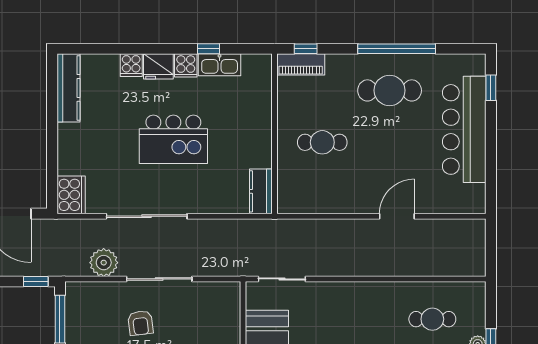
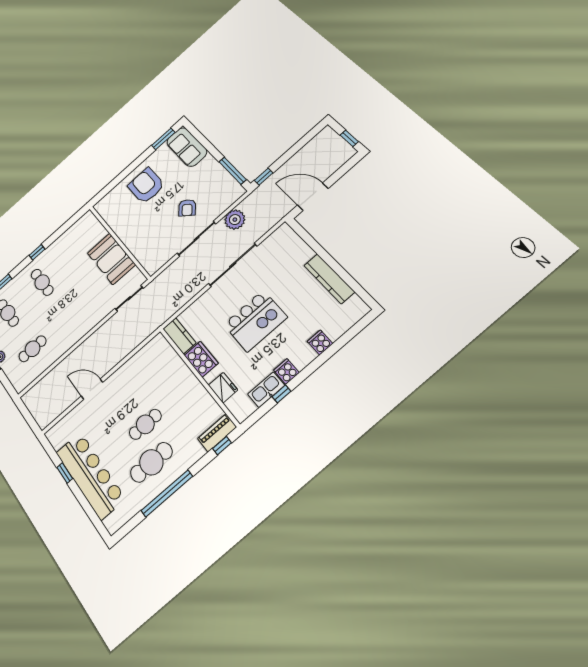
fridge: (158, 66) -> (223, 388), moved, turned 90
kitchen counter: (68, 88) -> (329, 279), moved
window: (491, 88) -> (65, 473), moved
kitchen island: (173, 139) -> (255, 321), turned 180
cafe table: (322, 142) -> (145, 424), moved
cooker: (71, 195) -> (201, 359), moved, turned 180
door: (397, 216) -> (92, 389), swing flipped
armchair: (140, 323) -> (187, 208), turned -133

